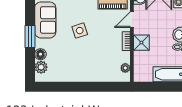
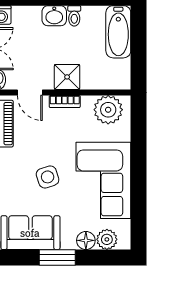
corner sofa: (78, 65) -> (103, 180), added
plant: (125, 68) -> (108, 110), width x1.88, depth x1.88

